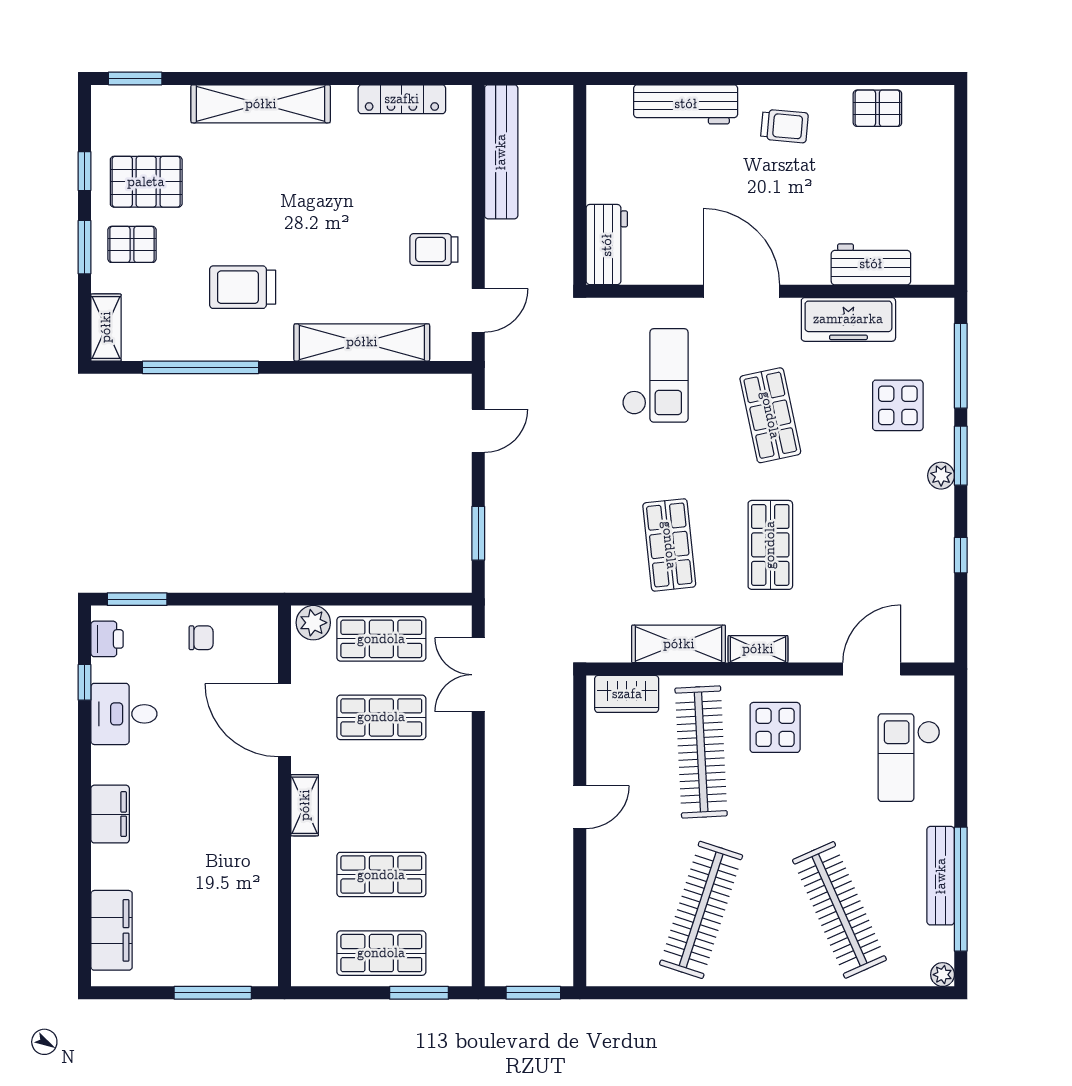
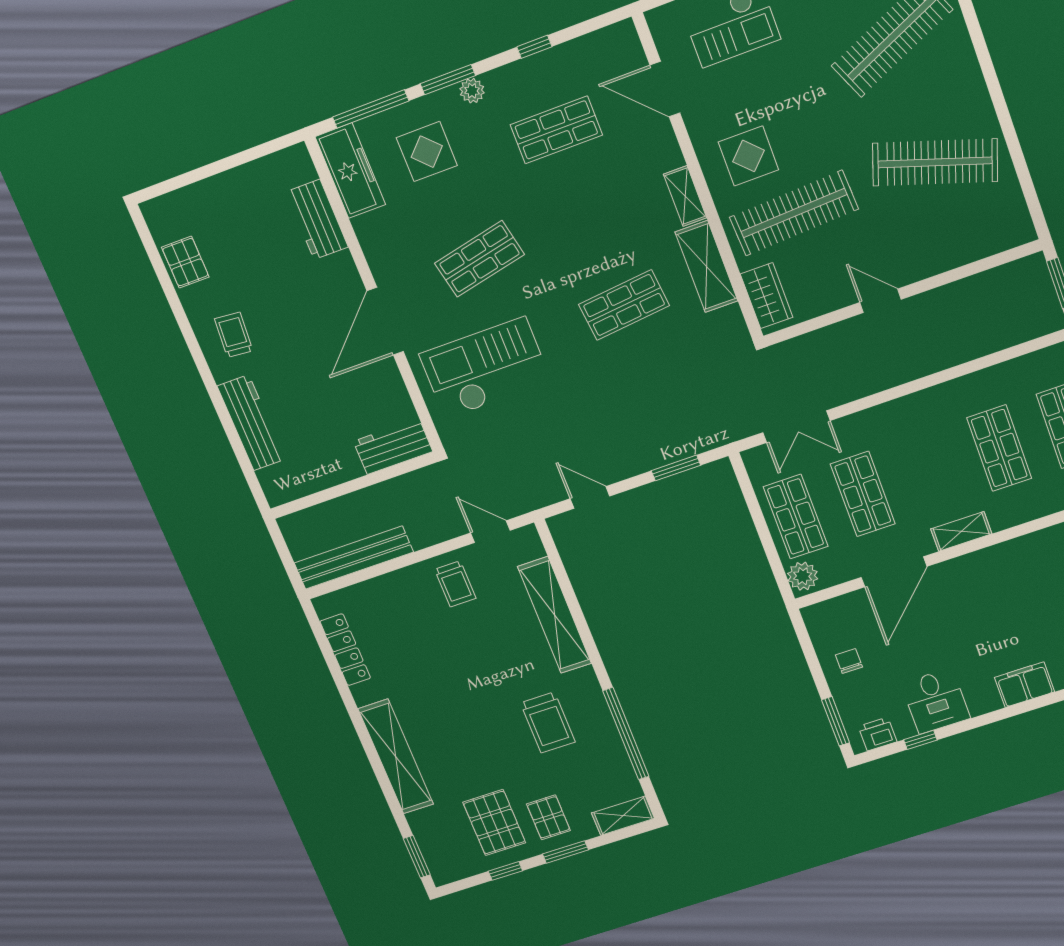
freezer: (848, 319) -> (350, 171), moved
checkout: (655, 375) -> (485, 368), width x1.36, depth x1.21
shop shelf: (770, 545) -> (556, 130), moved

